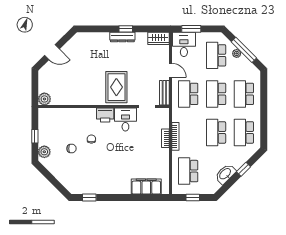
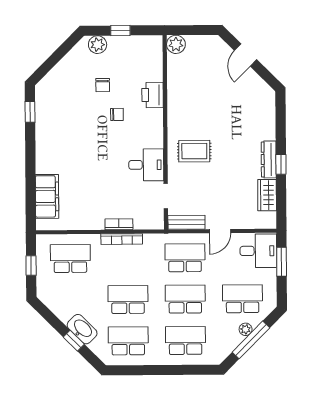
wardrobe: (158, 38) -> (267, 195), moved
rug: (116, 87) -> (194, 151), width x0.73, depth x0.70
printer: (105, 115) -> (153, 95), moved
washbasin: (225, 174) -> (82, 329), moved

